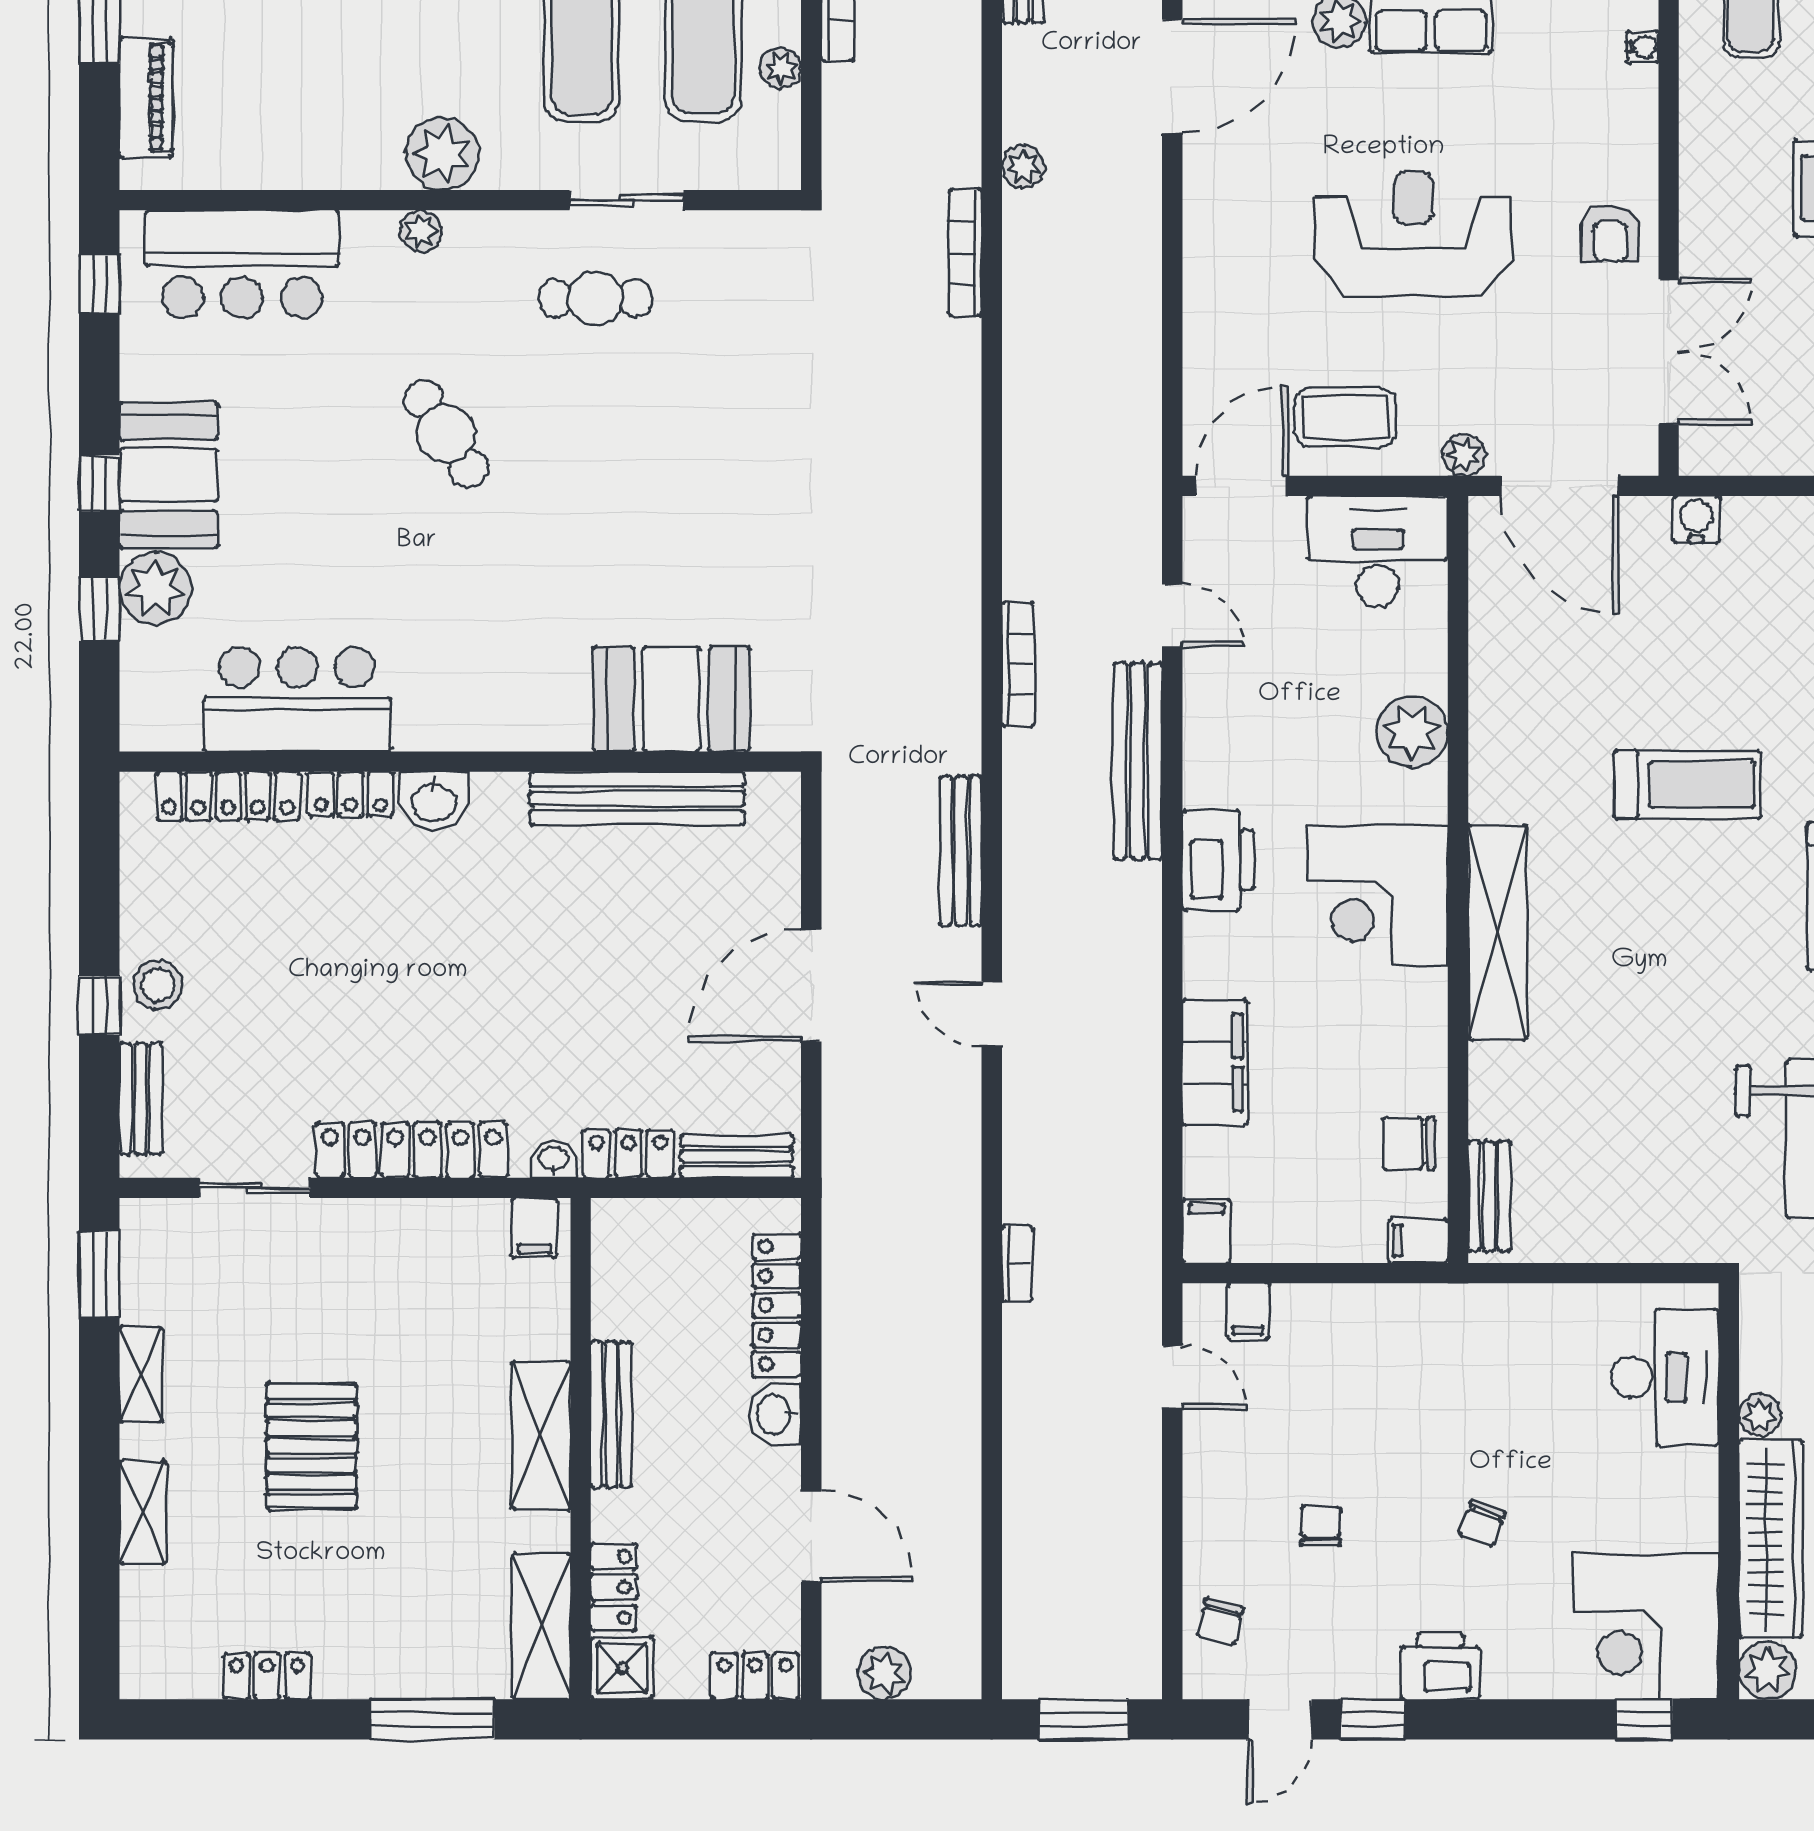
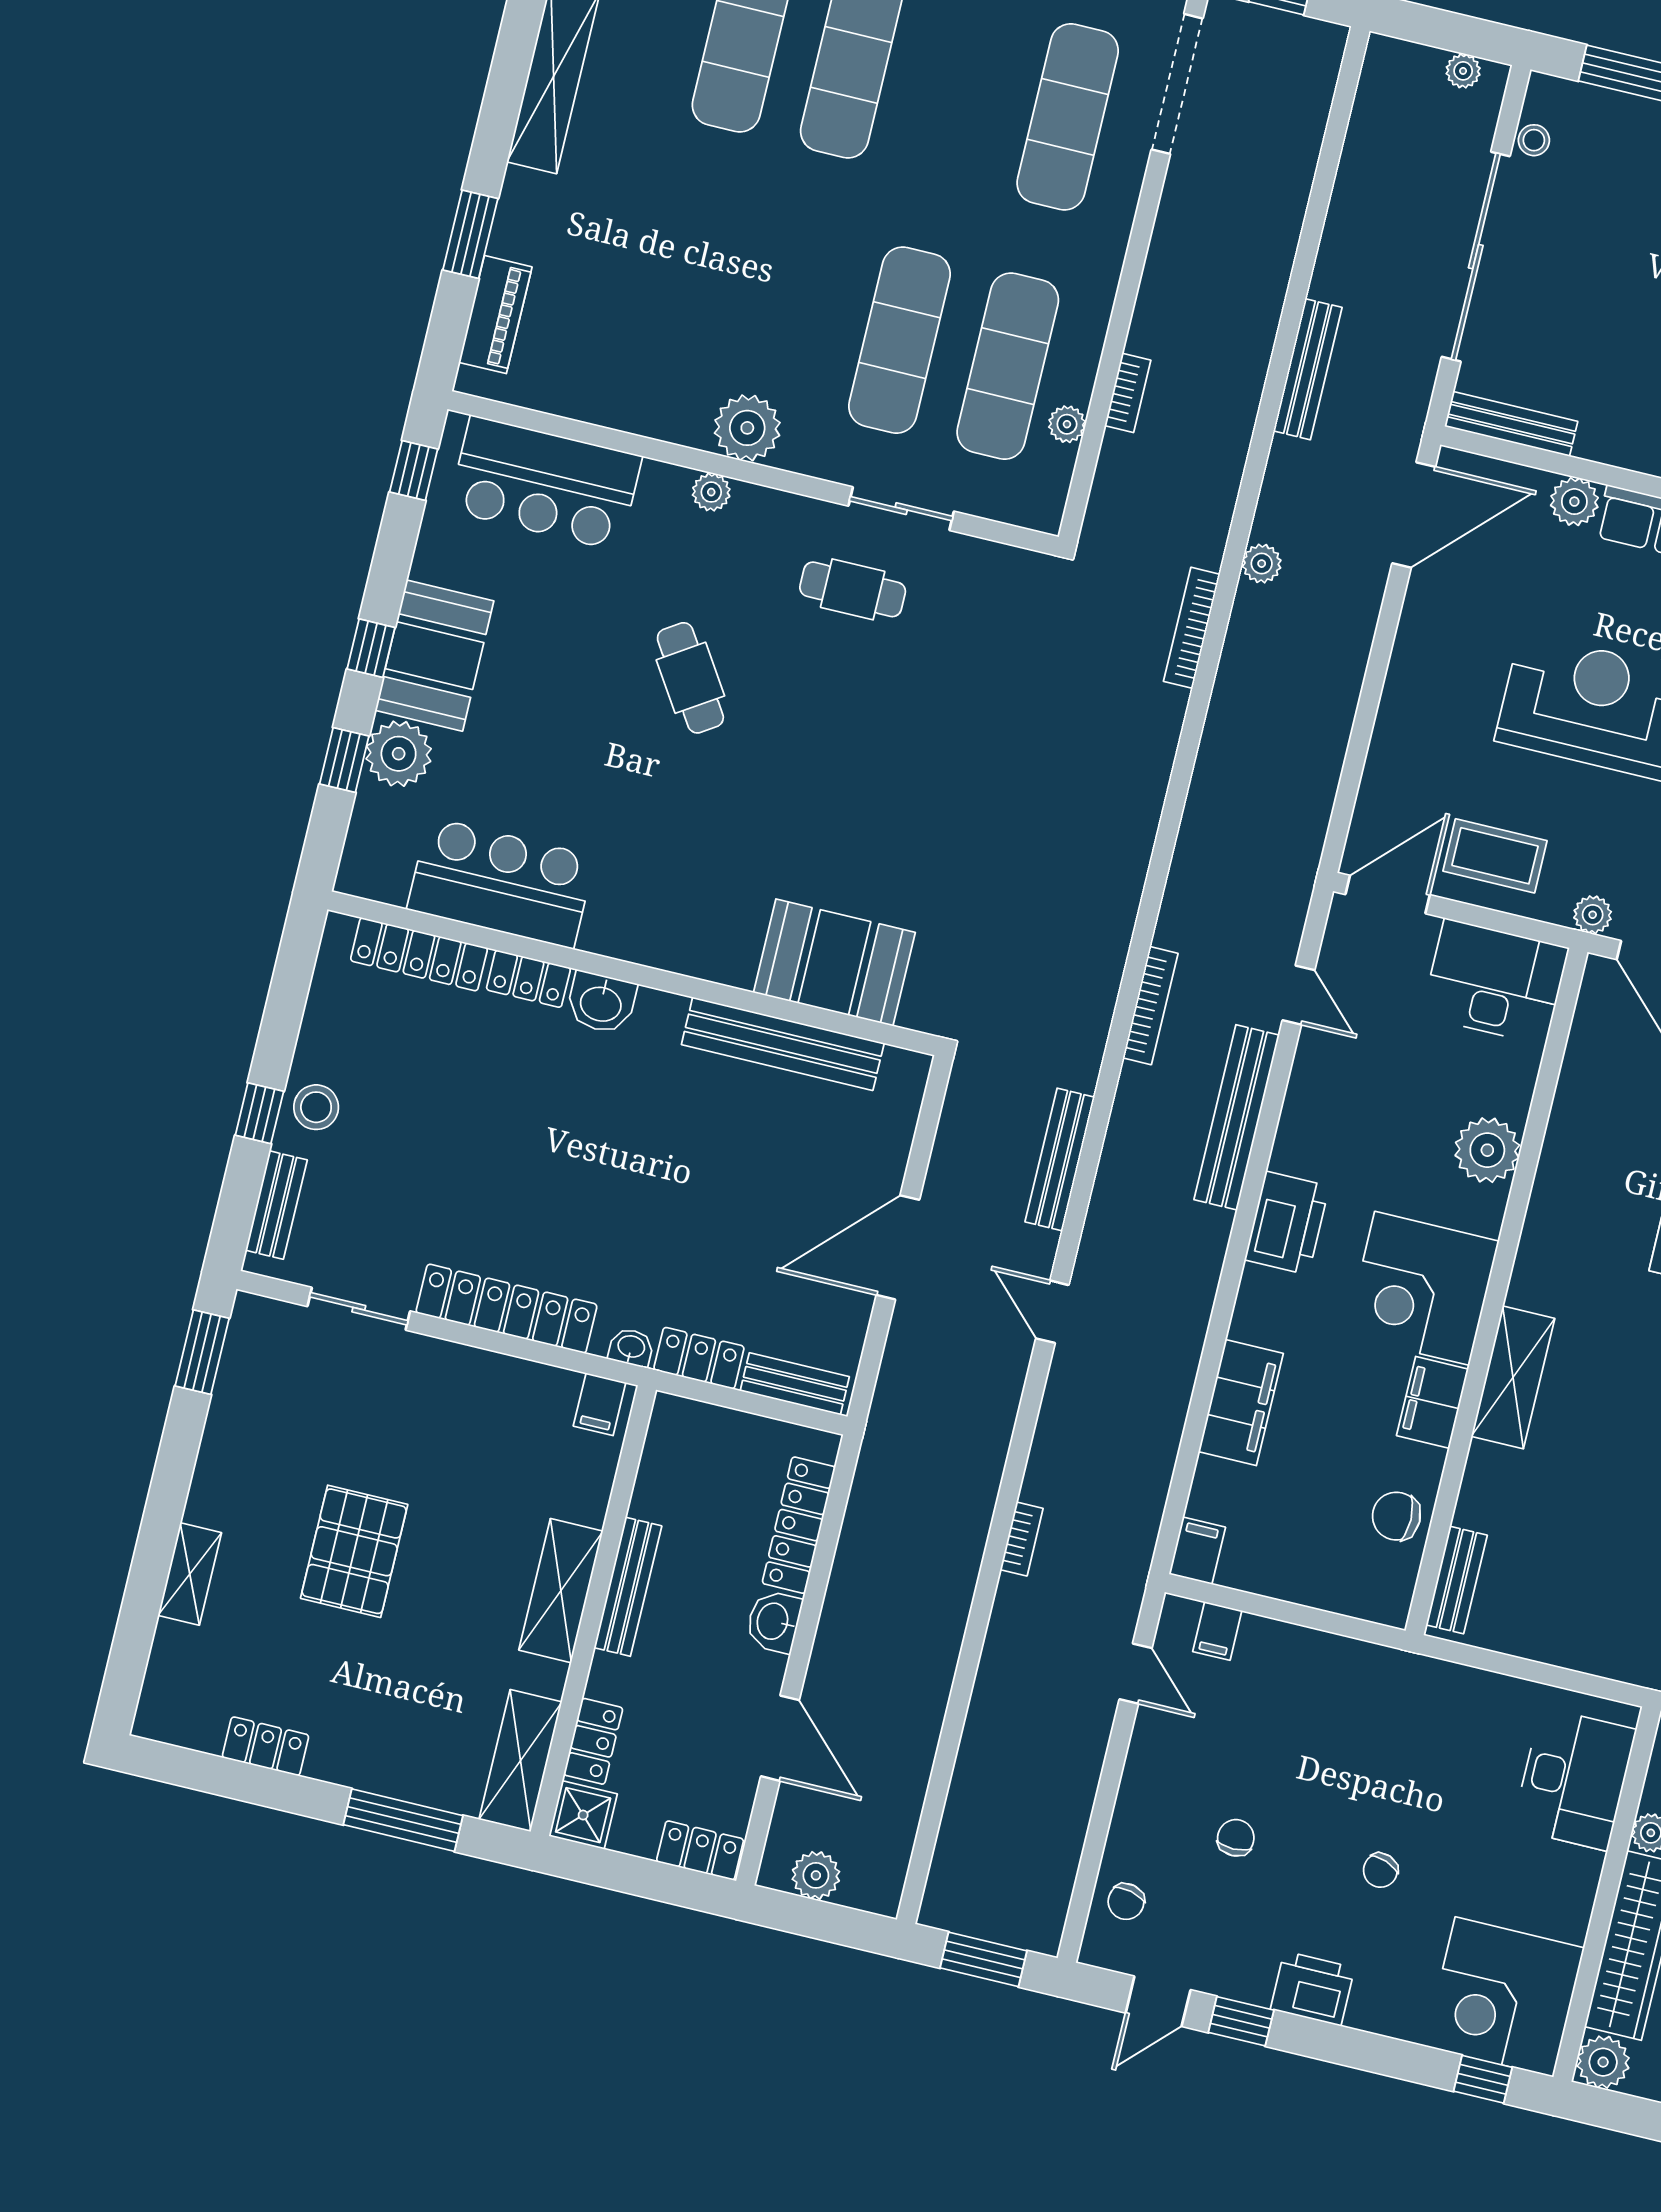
shelving: (1497, 932) -> (1513, 1377), width x0.68
filing cabinet: (1418, 1241) -> (1432, 1402), moved, width x2.00
shelving: (141, 1374) -> (218, 1451), removed

